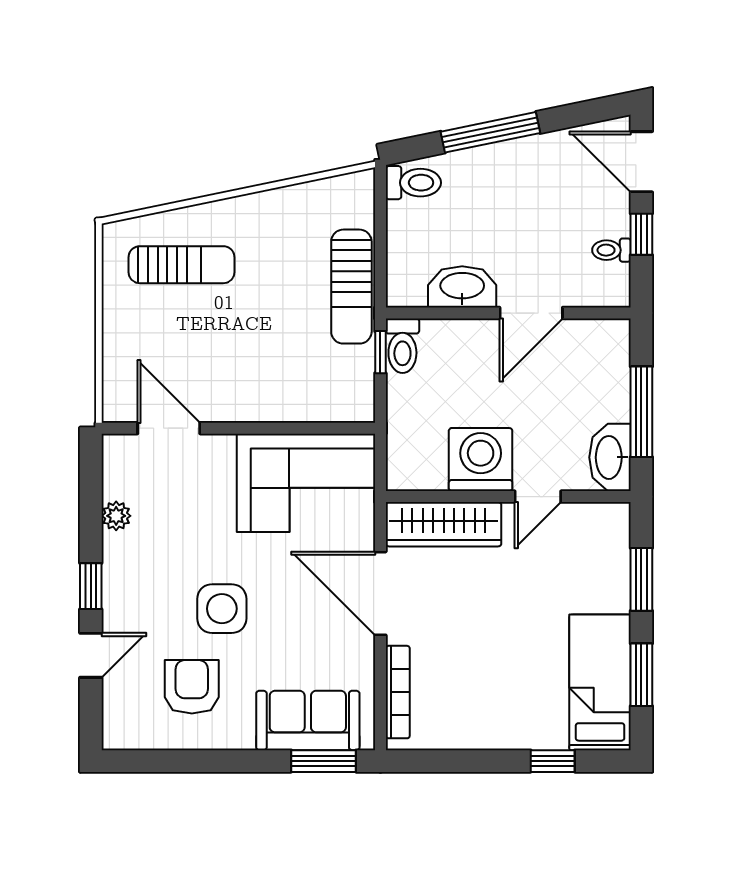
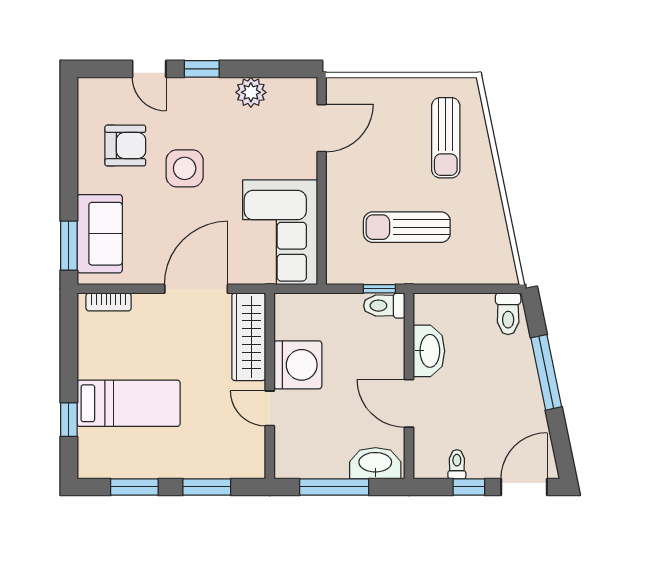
sun lounger: (351, 287) -> (407, 227), moved
washbasin: (610, 457) -> (375, 463), moved
plant: (116, 516) -> (251, 92), width x1.38, depth x1.38
bed: (600, 682) -> (129, 403), moved
bookcase: (398, 692) -> (109, 302), width x0.64

